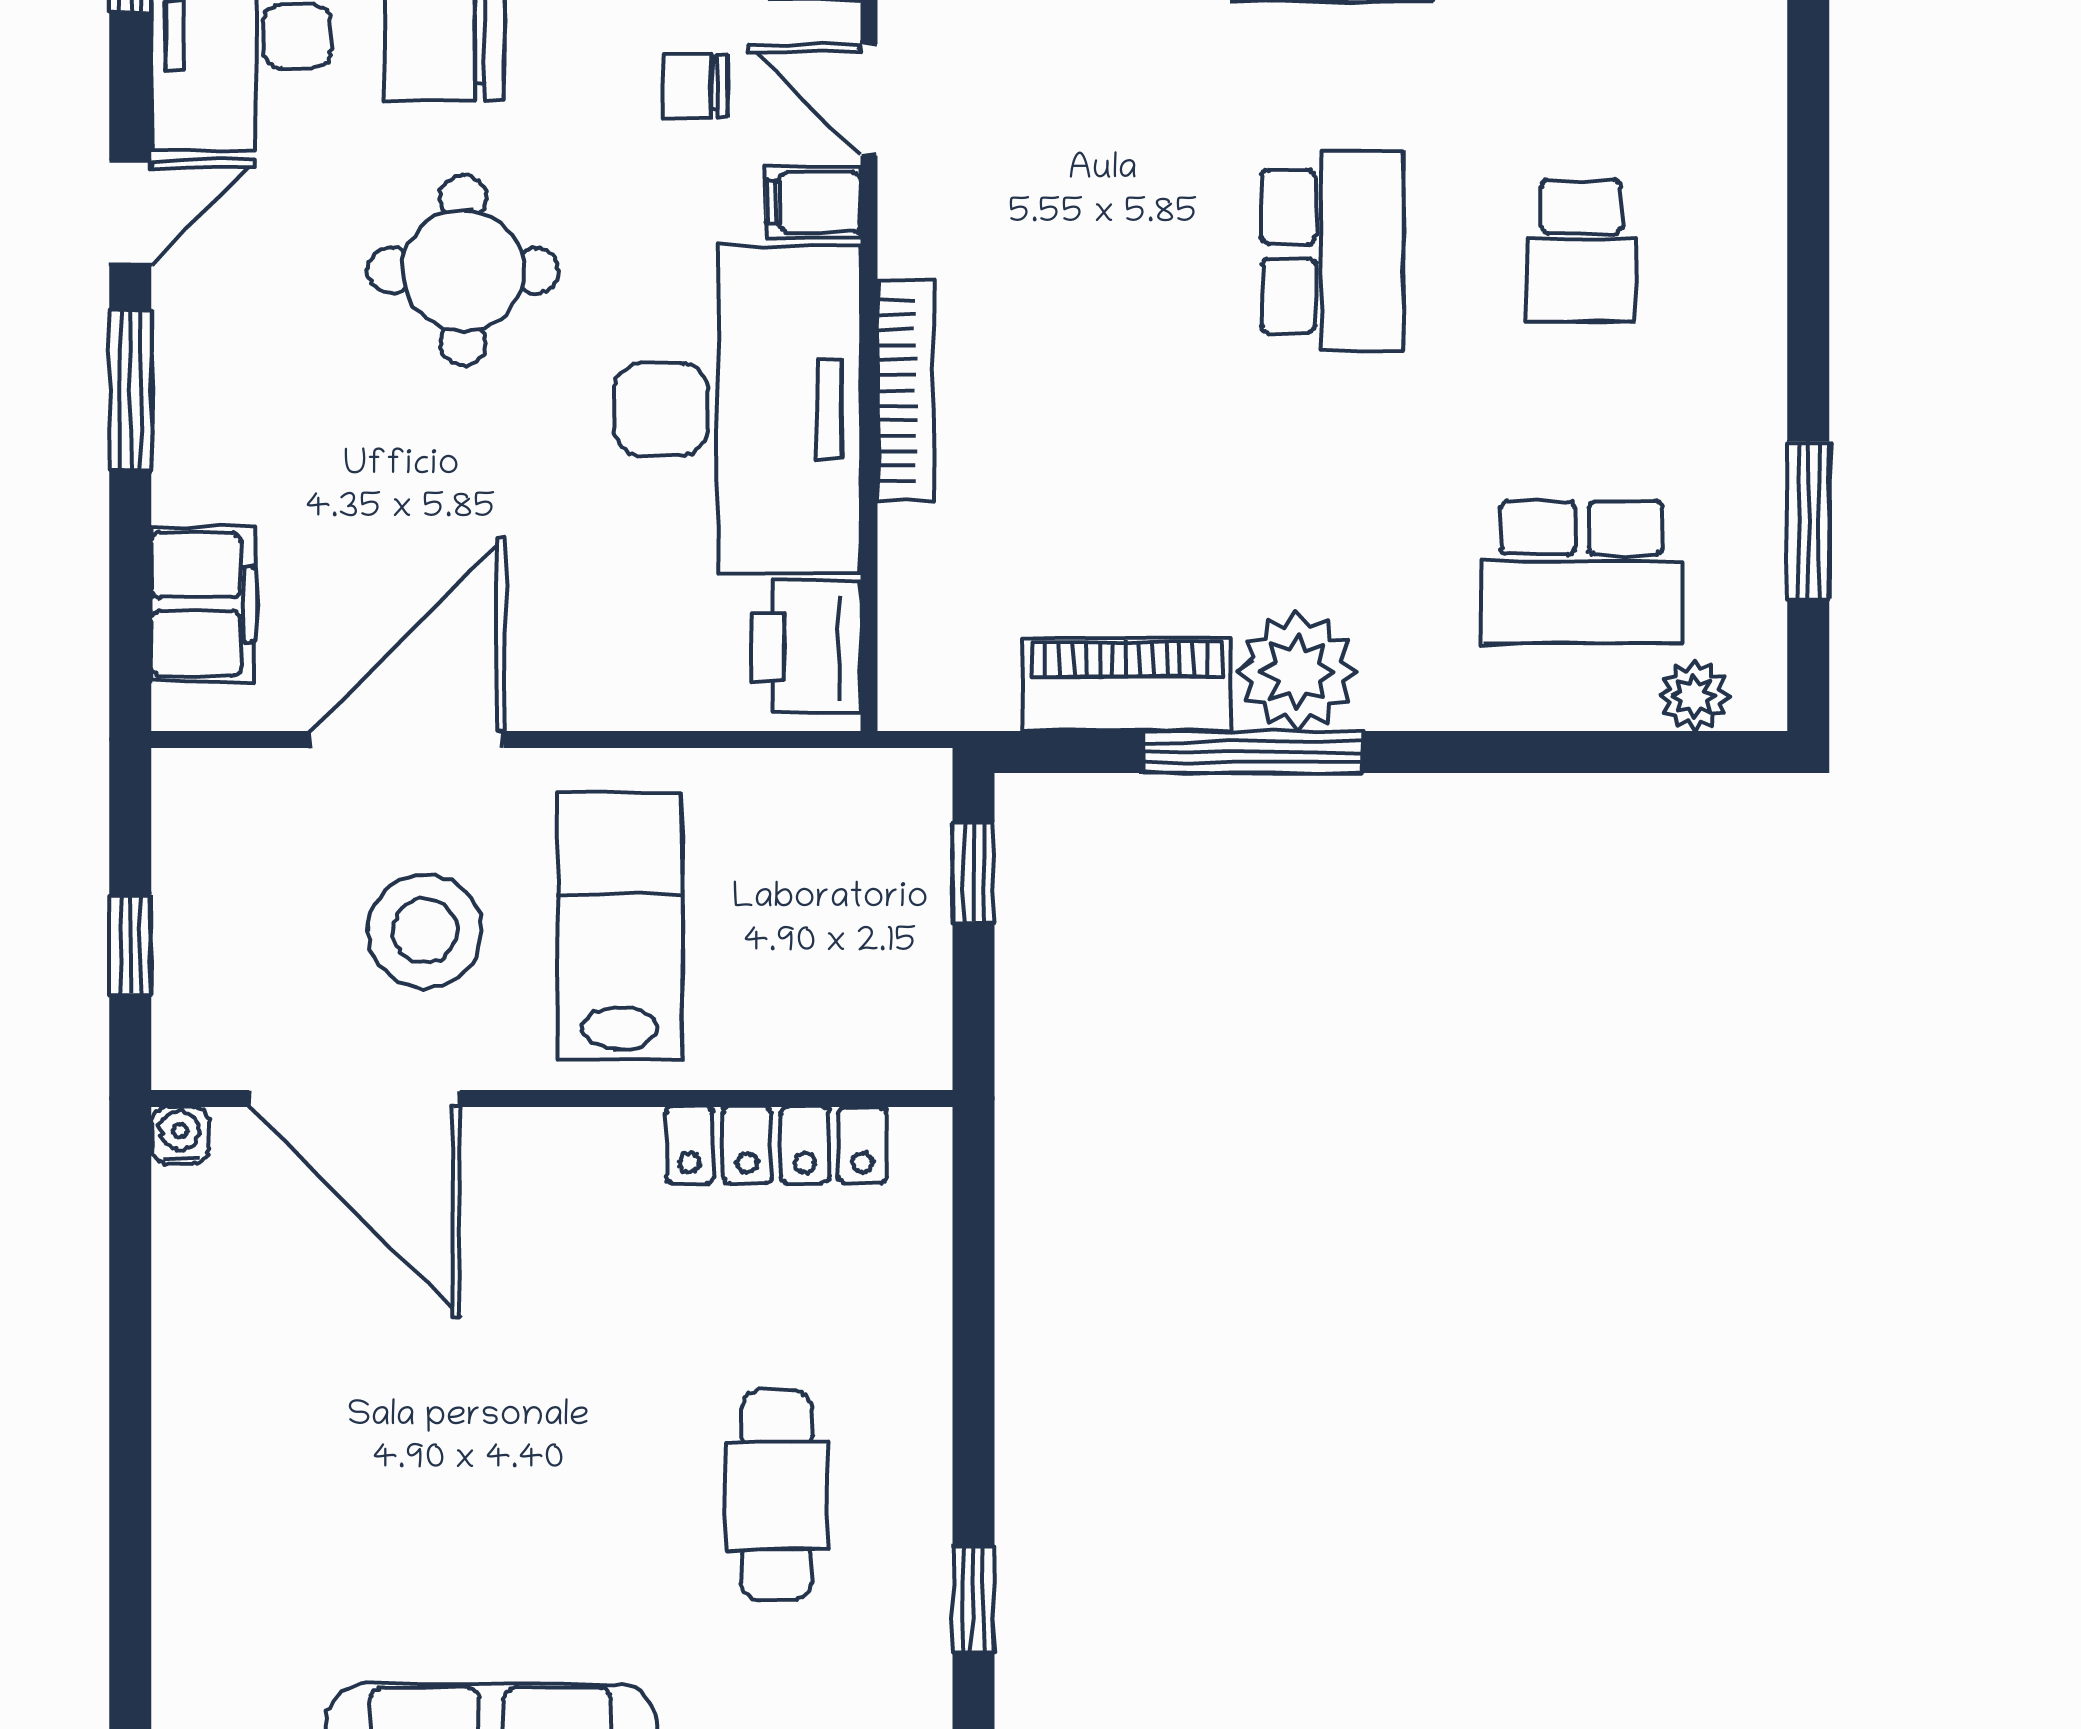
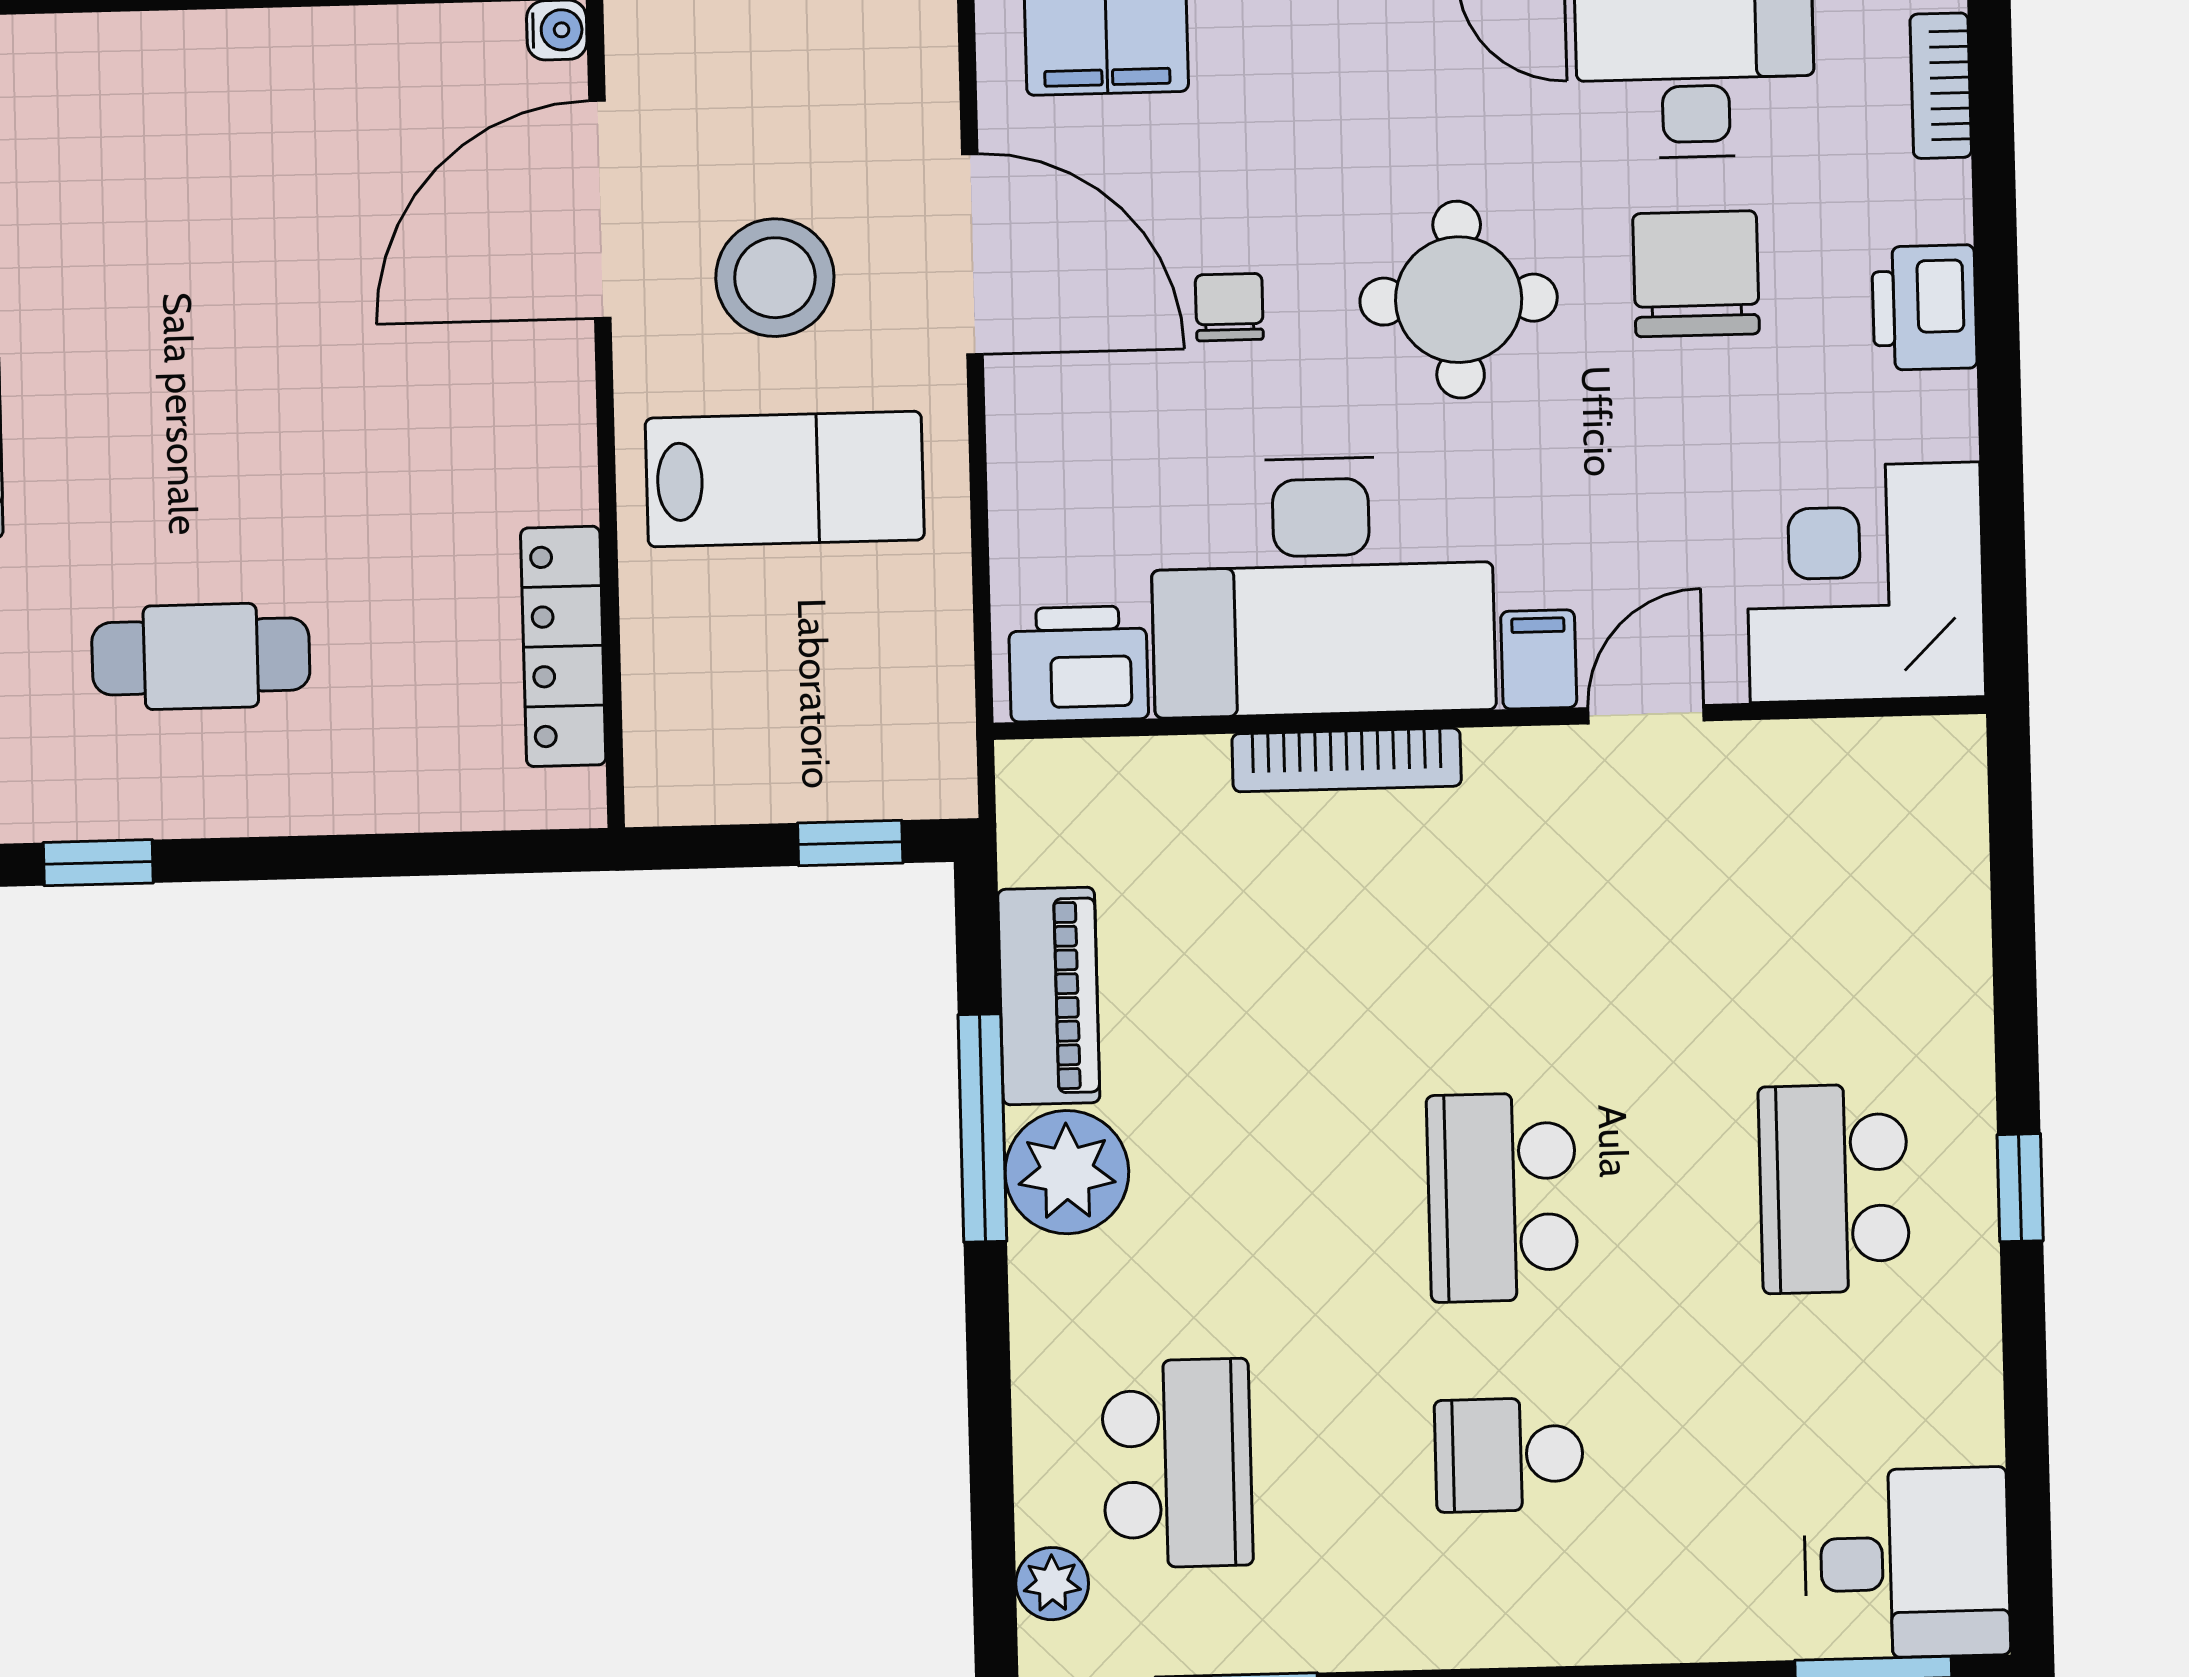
chair: (695, 86) -> (1229, 307), moved
school desk: (1332, 251) -> (1502, 1197), turned 90
school desk: (1581, 572) -> (1177, 1463), turned 180

